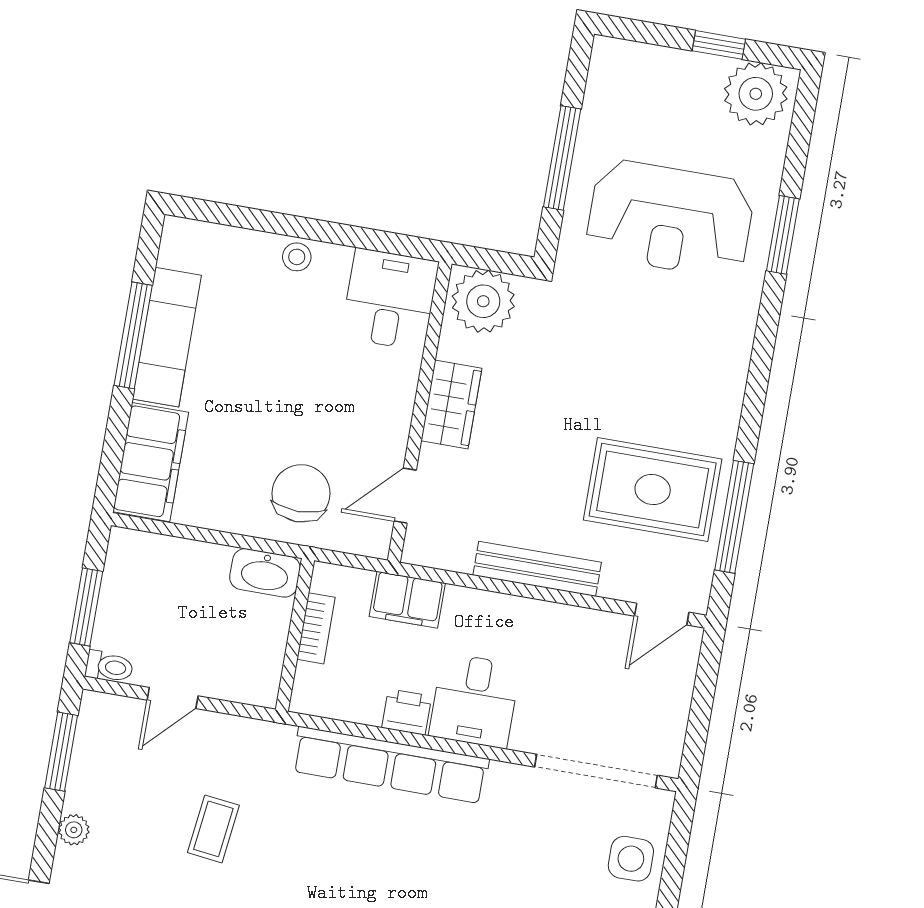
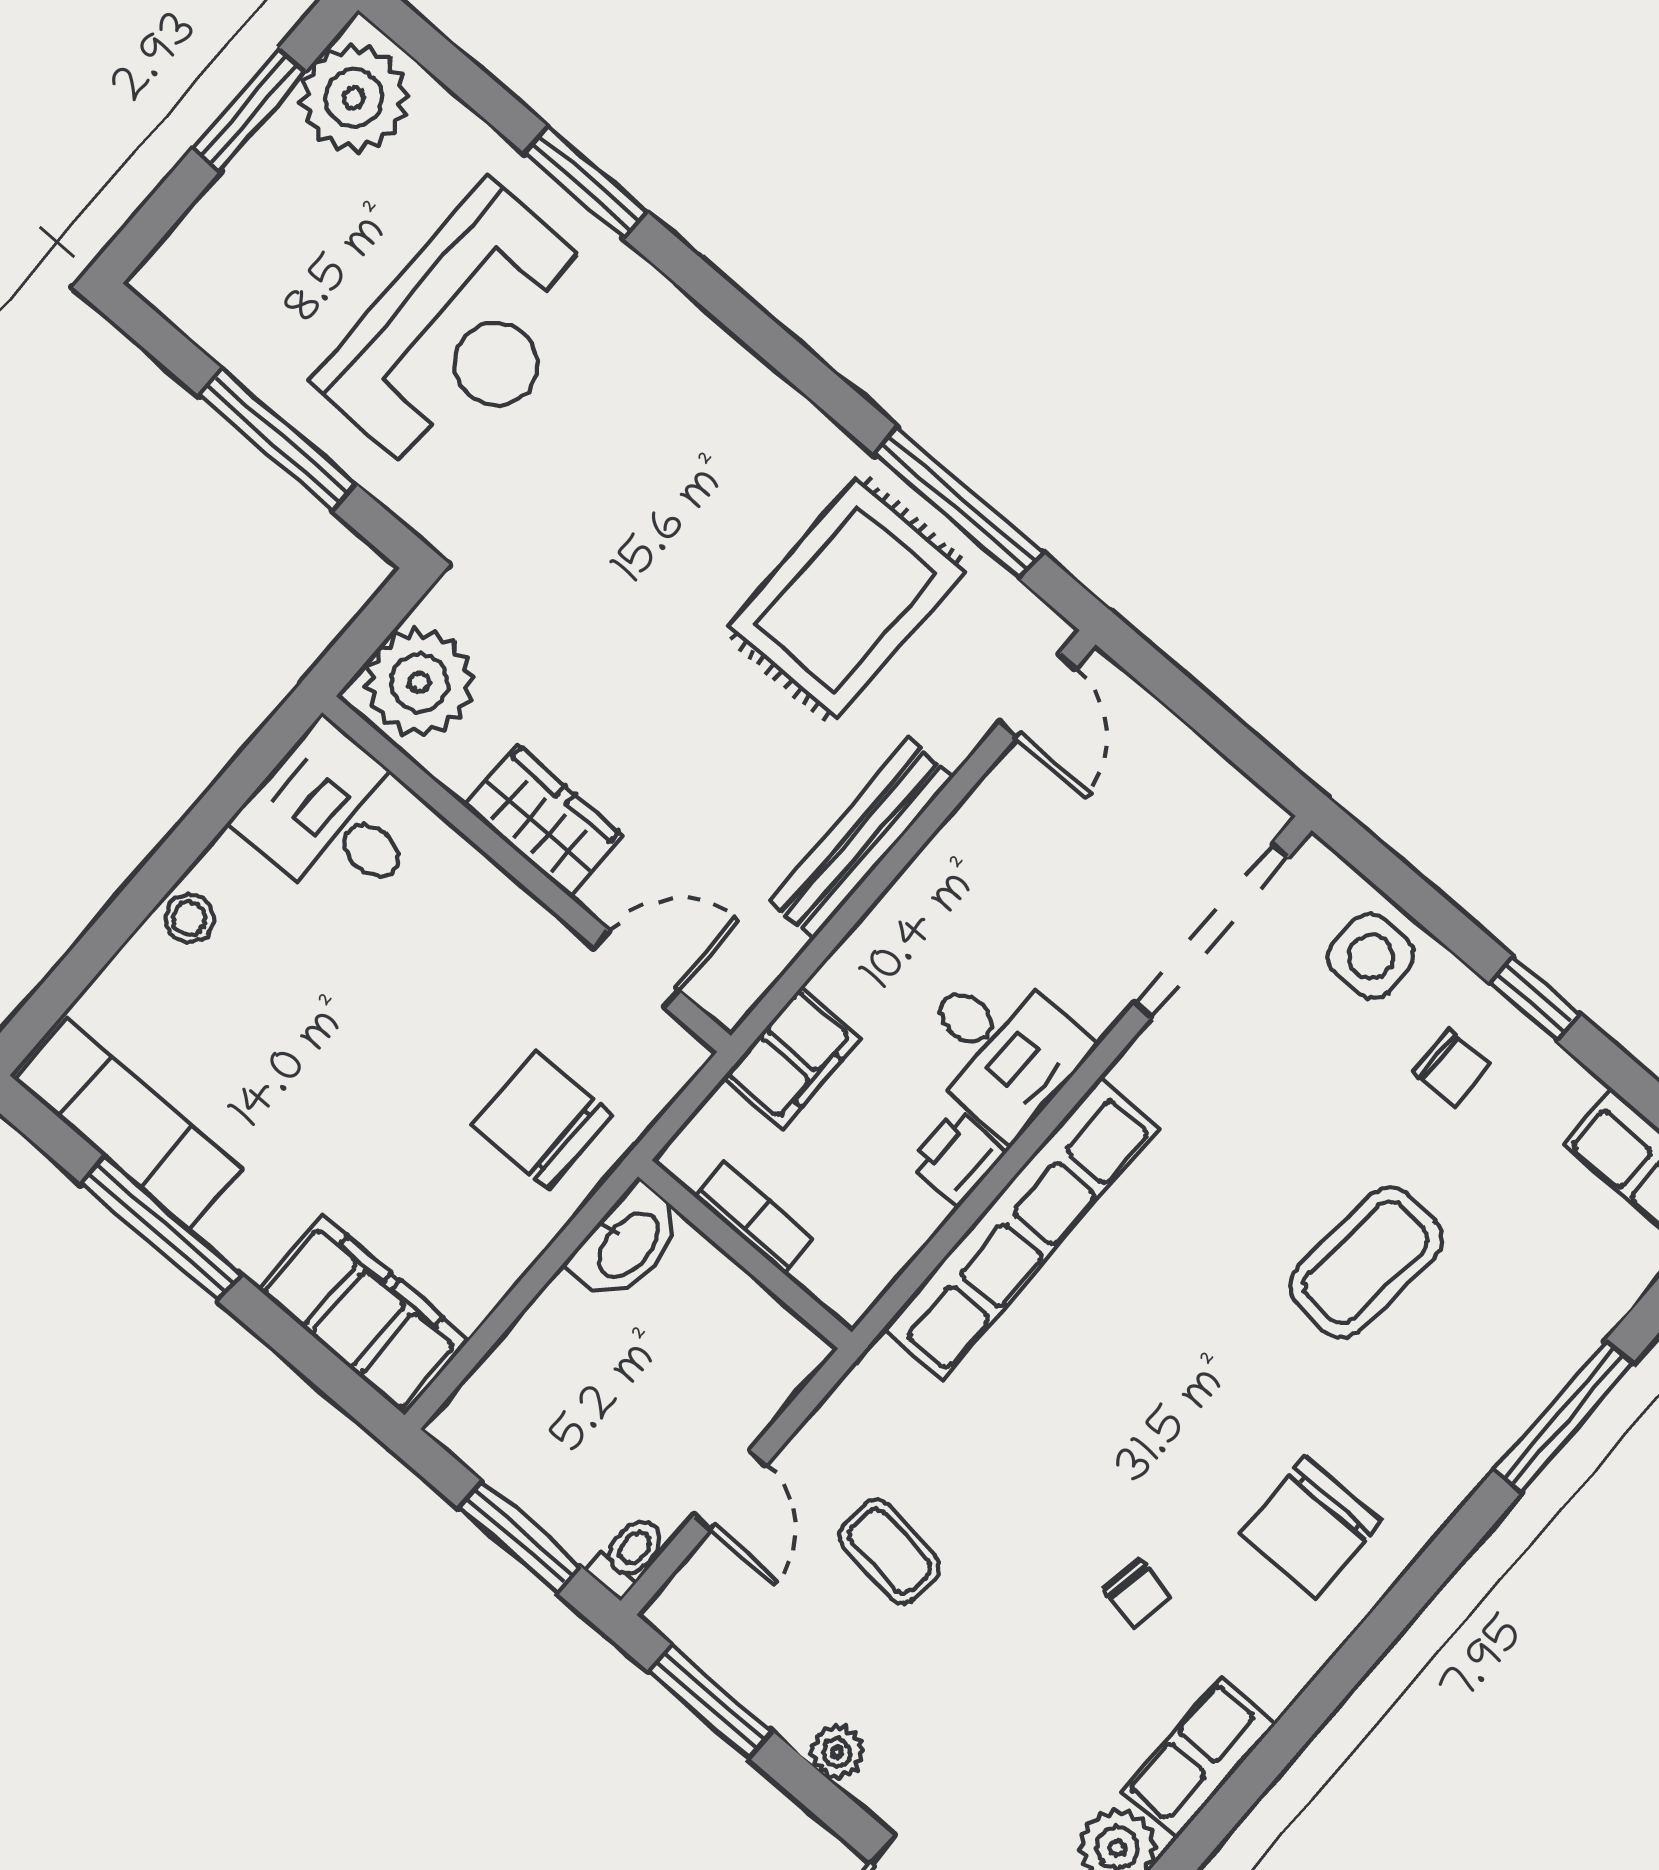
window: (719, 45) -> (249, 109), width x1.50
exam couch: (167, 337) -> (128, 1124), moved
door: (405, 496) -> (637, 969), swing flipped
coffee table: (213, 829) -> (890, 1552), moved

